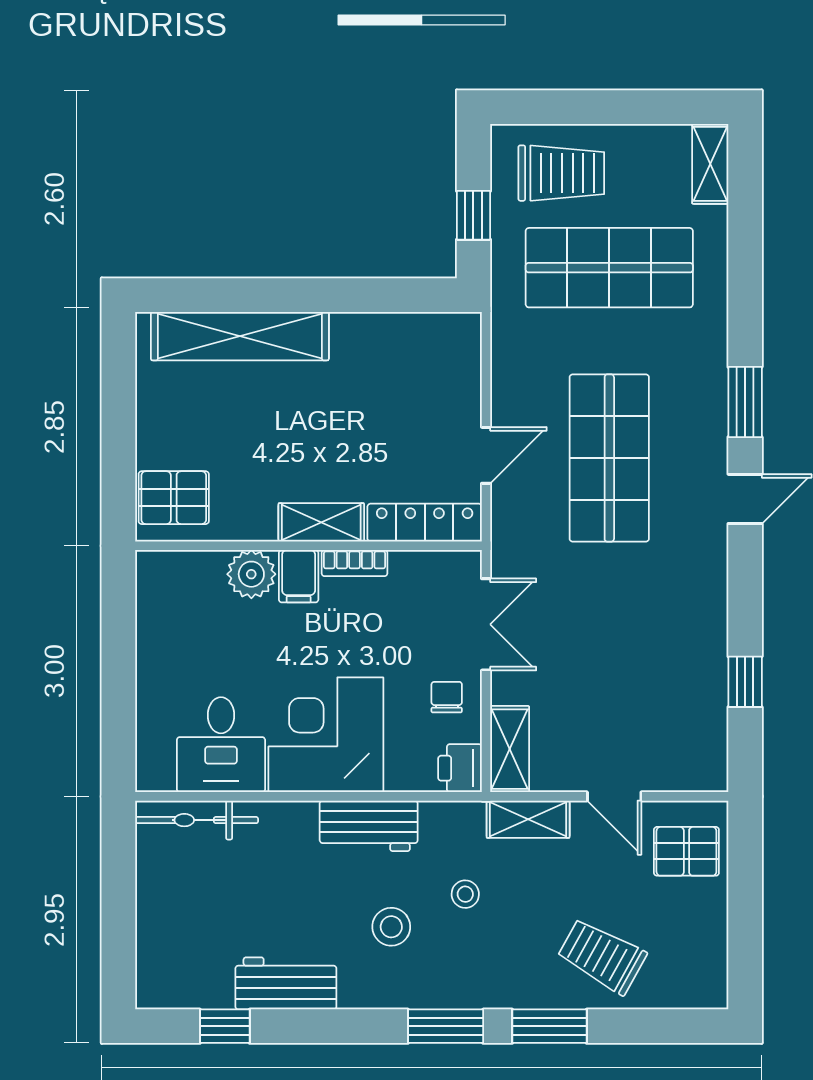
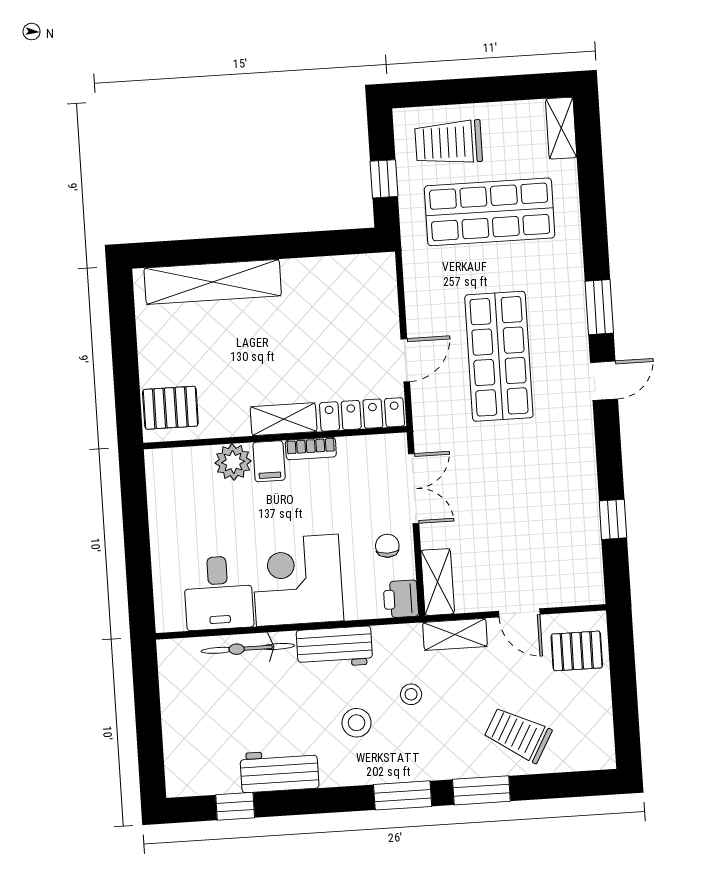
trolley: (561, 173) -> (449, 142), turned 180
bicycle: (197, 820) -> (248, 648), moved

